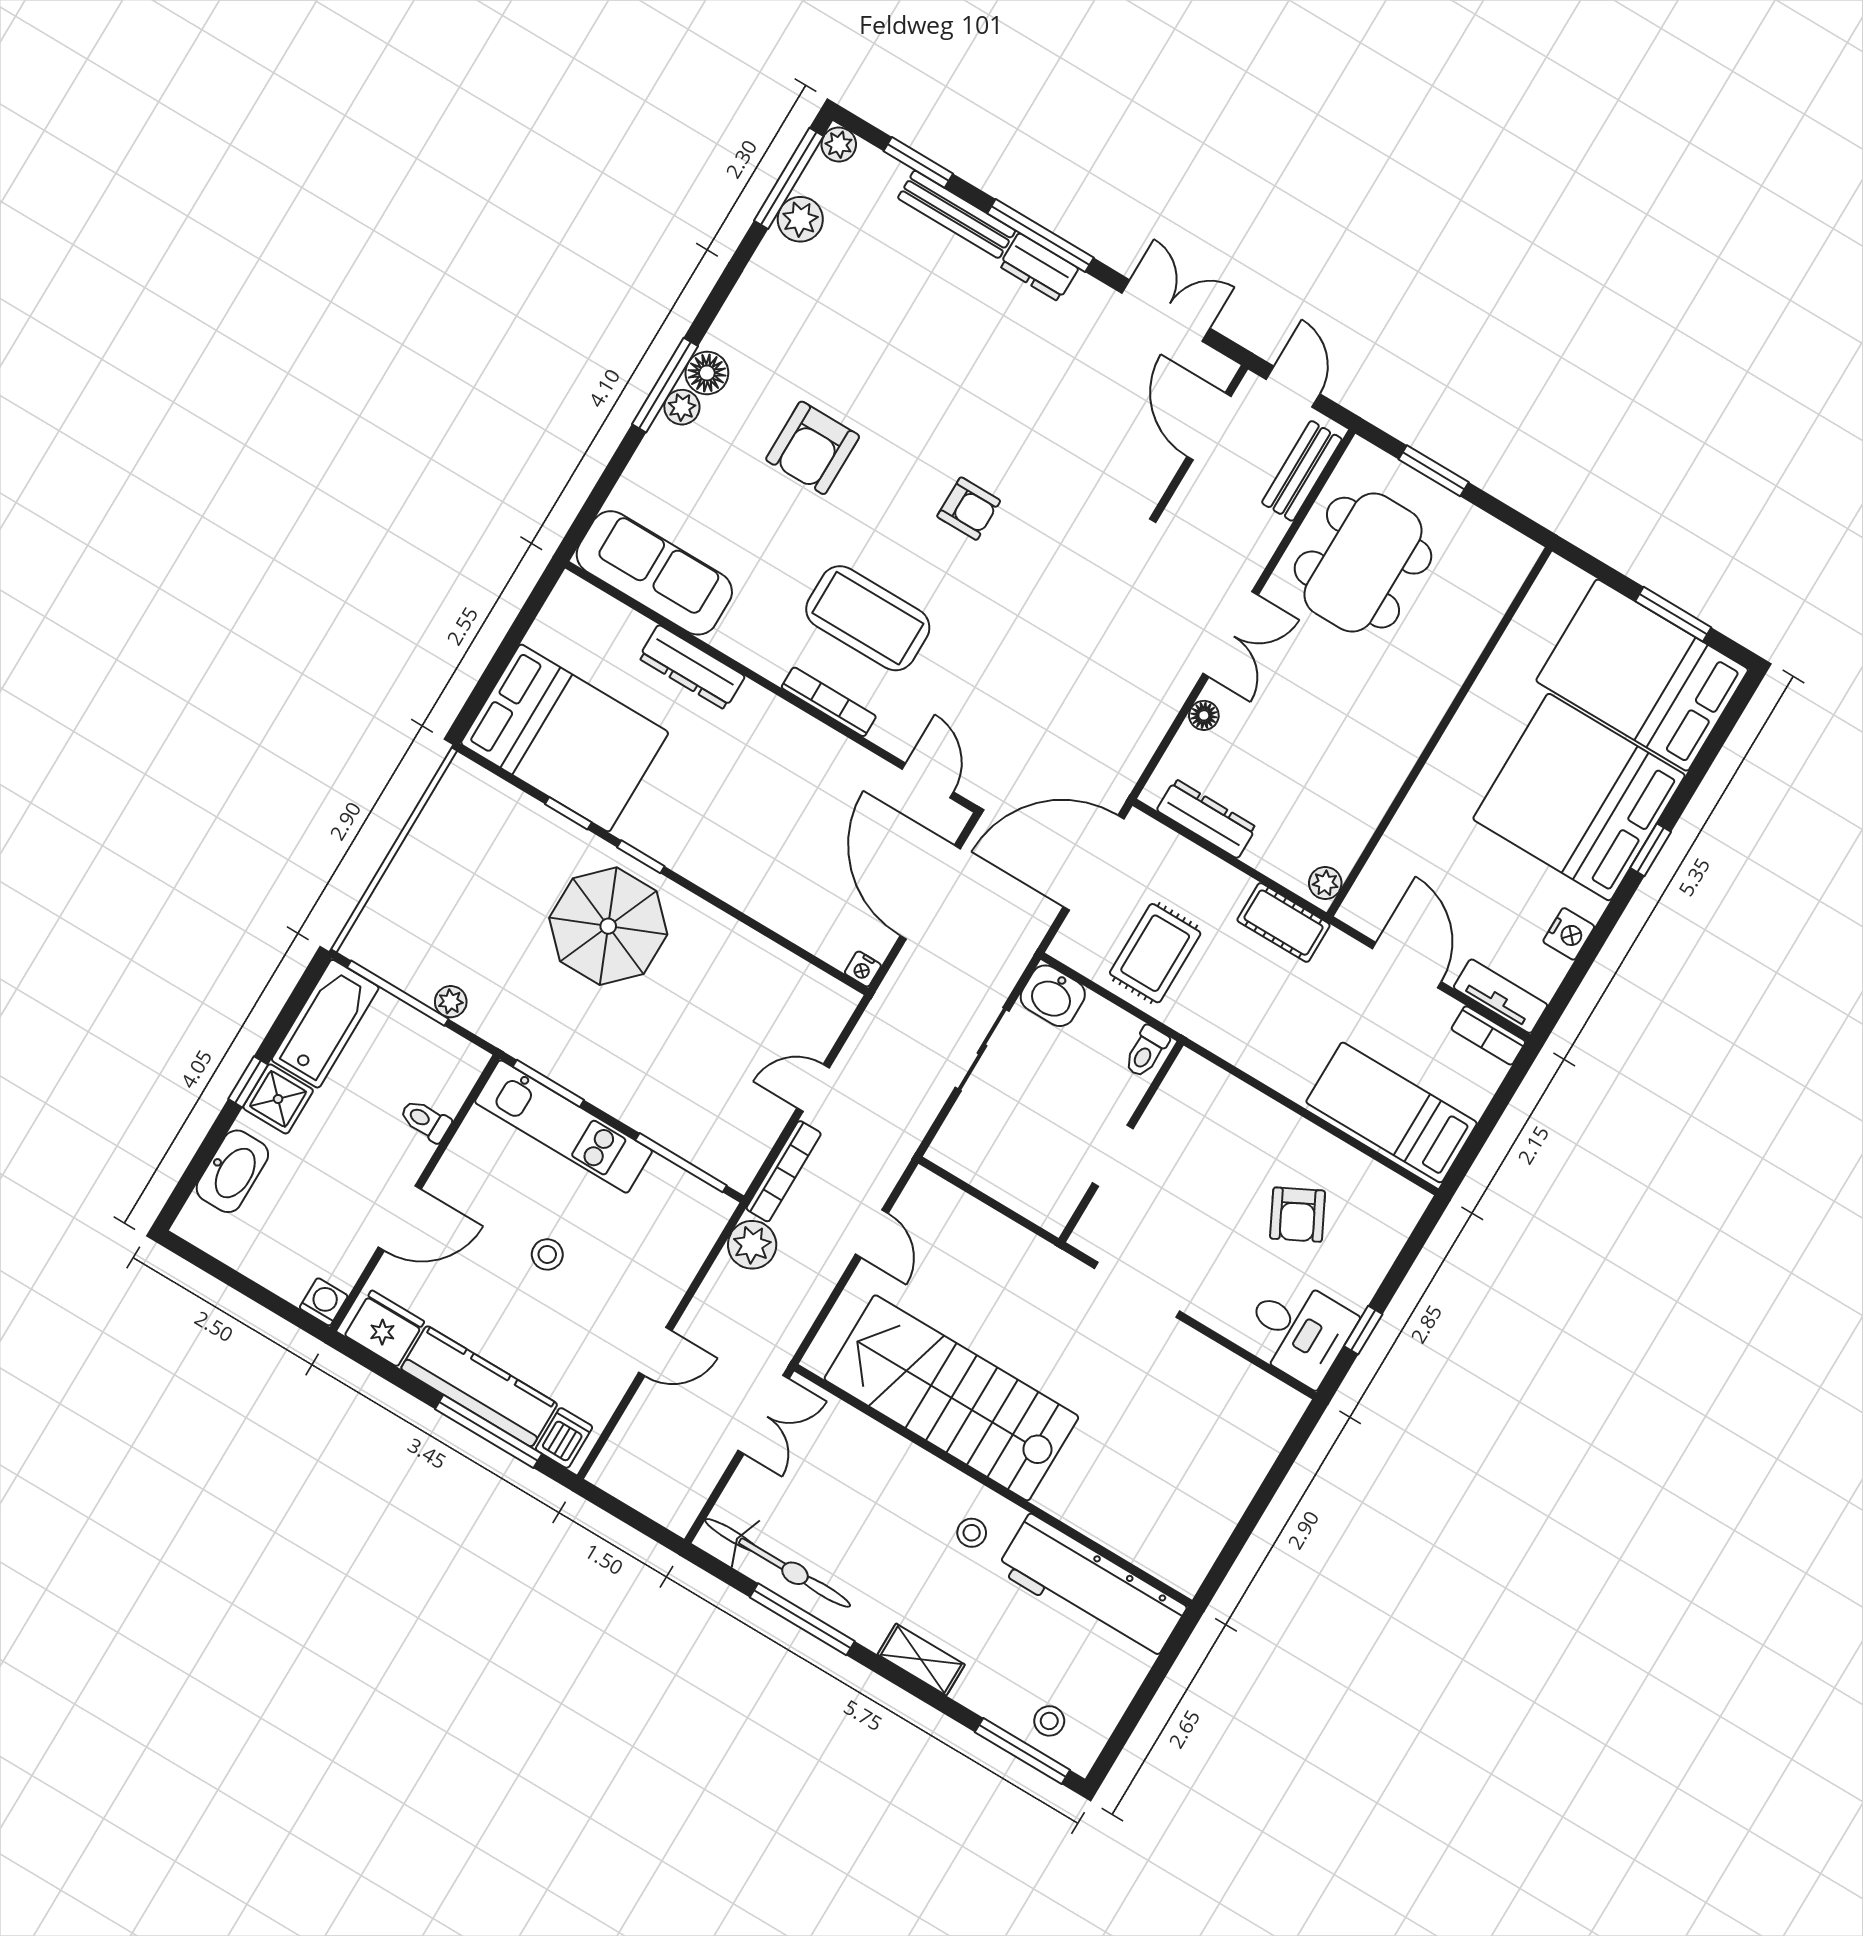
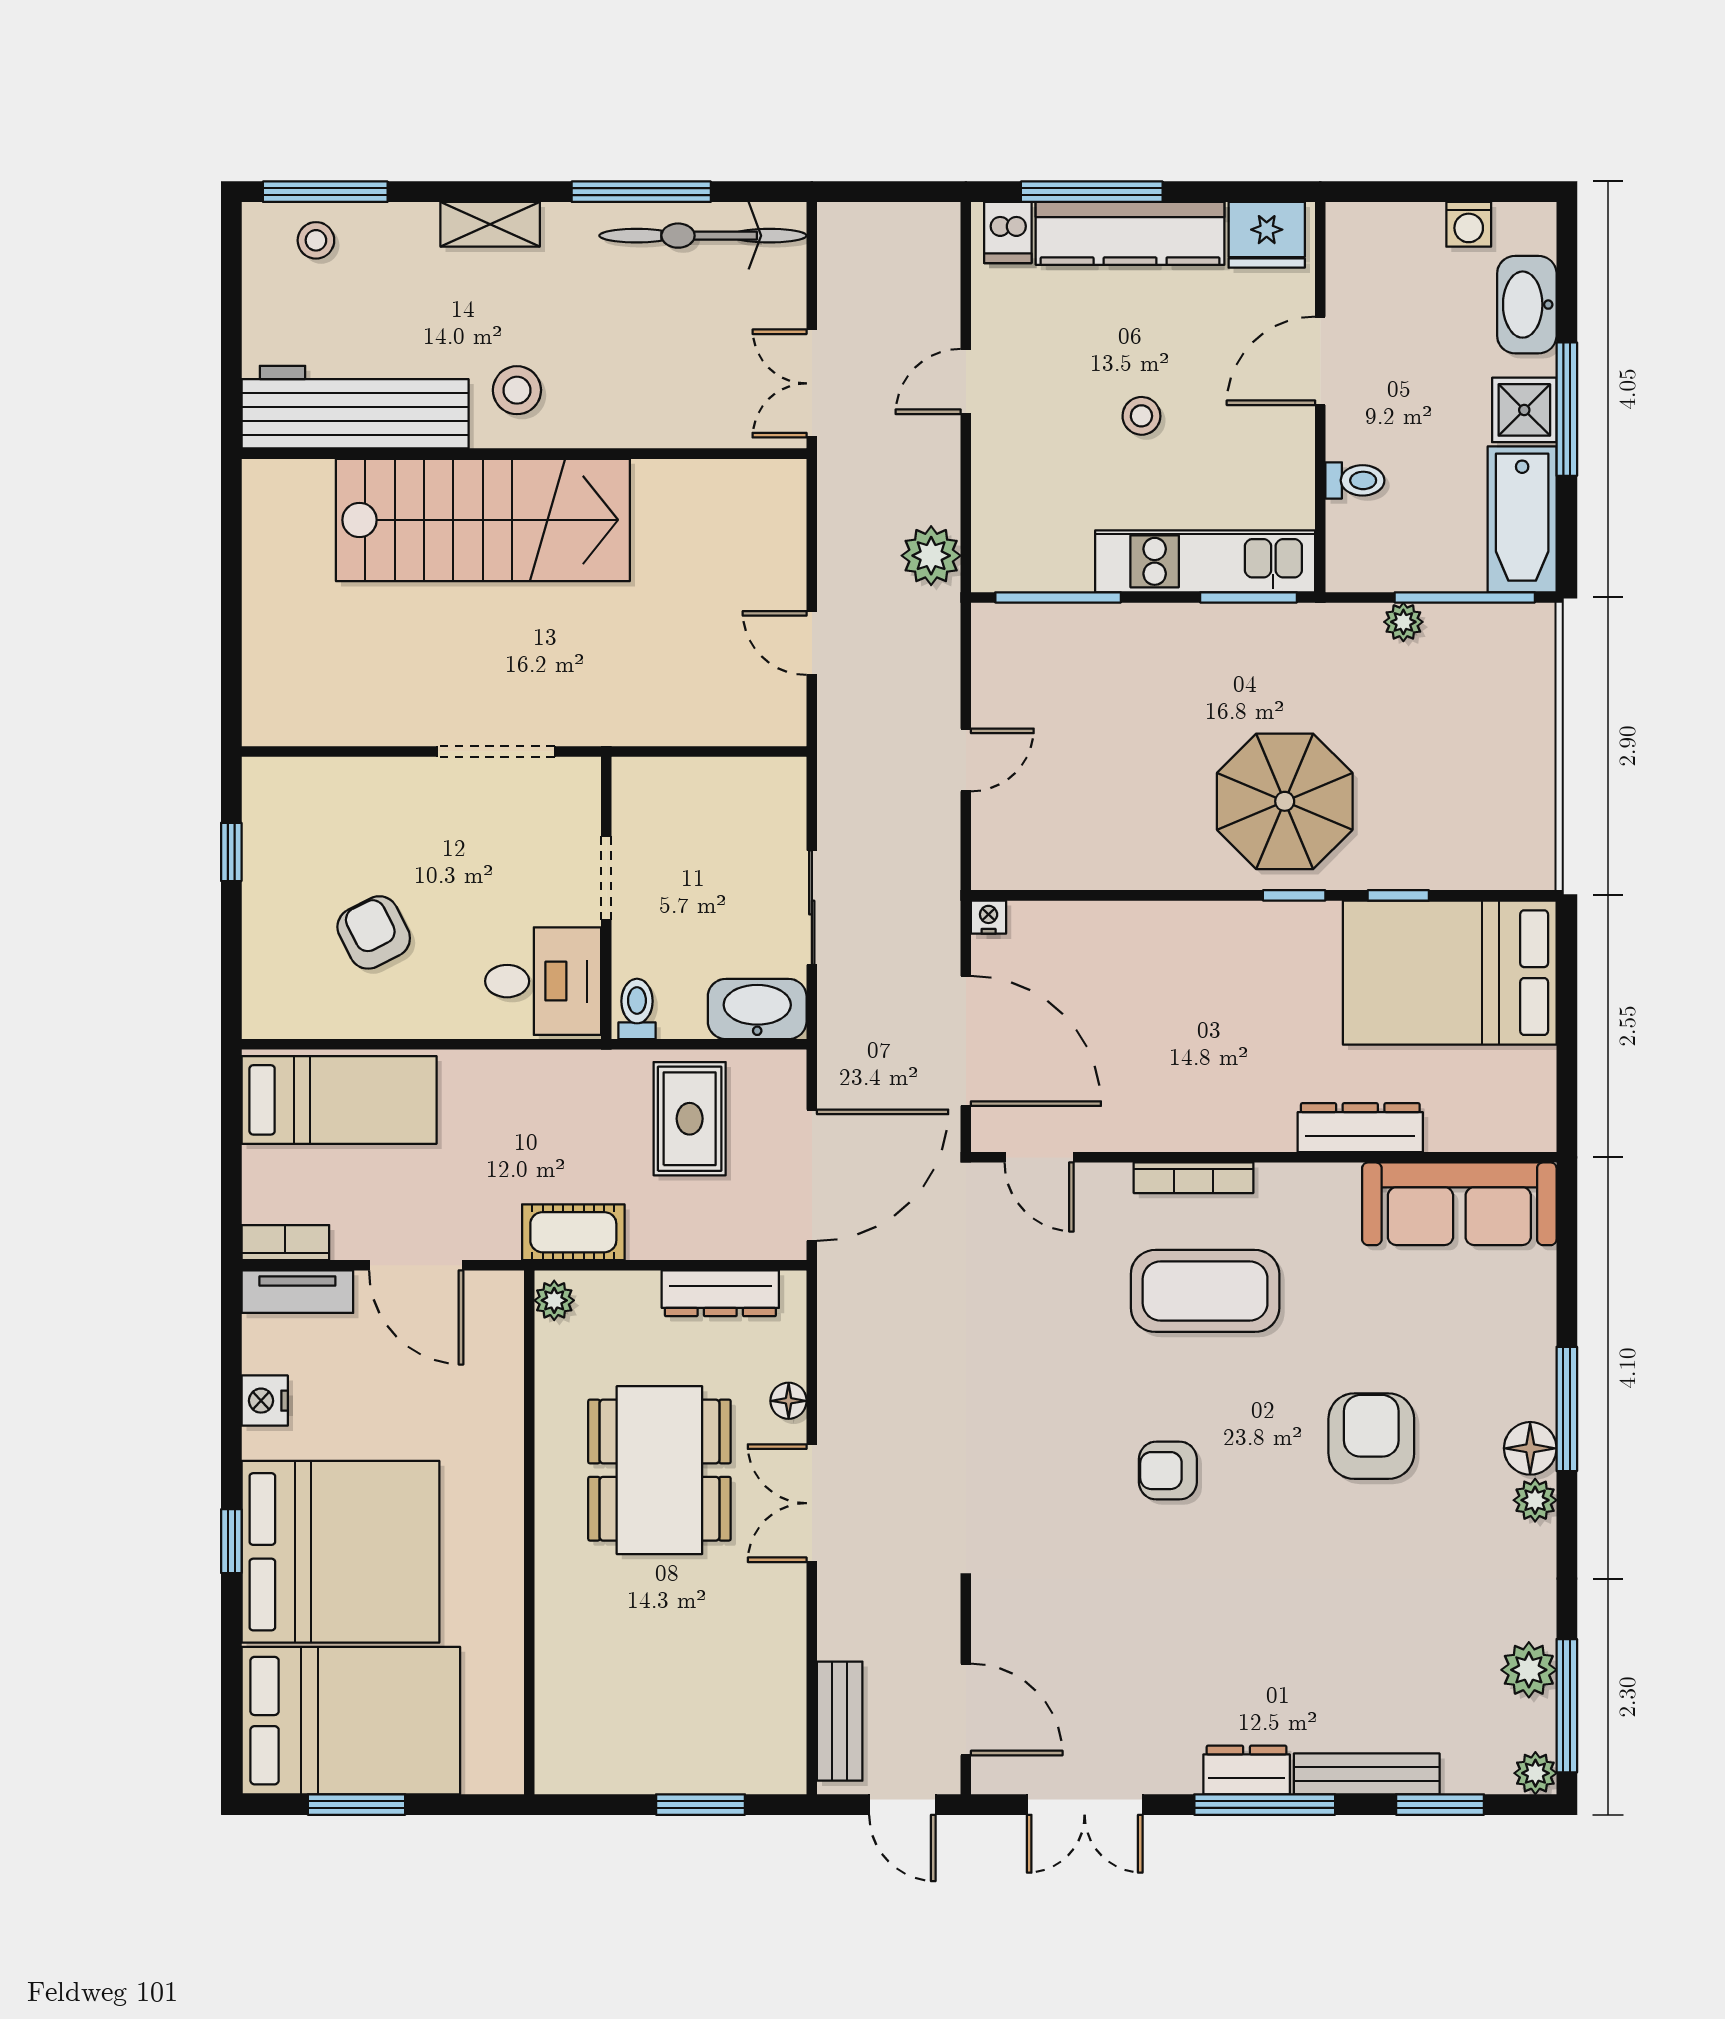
plant: (682, 407) -> (1535, 1500), moved
dining table: (1363, 563) -> (659, 1470), moved
washbasin: (1053, 996) -> (757, 1009), width x1.38
window: (248, 1082) -> (1567, 409), width x2.17
bookcase: (784, 1171) -> (944, 653), removed
washing machine: (324, 1302) -> (1469, 224), moved
desk: (1298, 1330) -> (543, 981), moved, turned 180
stairs: (951, 1398) -> (483, 520), moved
stool: (972, 1533) -> (517, 390), width x1.37, depth x1.37

